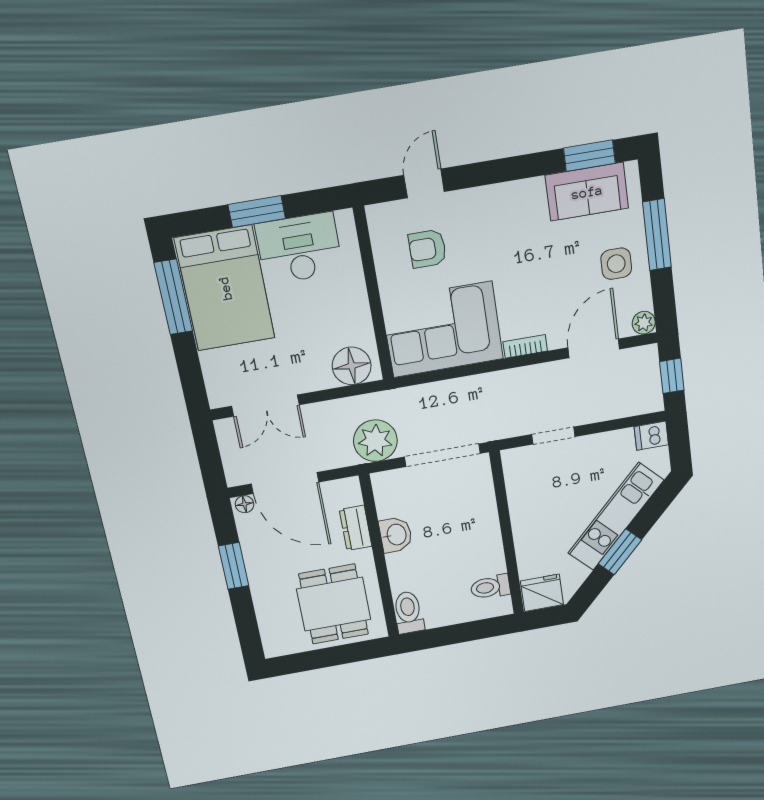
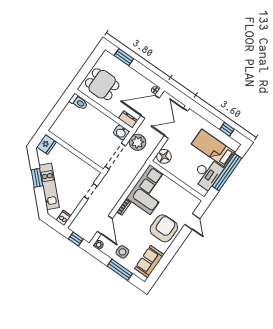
window: (589, 156) -> (158, 271), removed
window: (257, 212) -> (227, 172), width x2.11
armchair: (427, 249) -> (164, 228), moved, width x1.88, depth x1.88
bed: (225, 288) -> (213, 148), width x0.67
window: (173, 297) -> (227, 129), width x0.46
double door: (265, 406) -> (176, 123), width x1.37
dresser: (356, 528) -> (128, 119), moved
washbasin: (396, 535) -> (121, 132), moved
window: (234, 566) -> (124, 57), moved
toilet: (490, 587) -> (63, 132), removed

